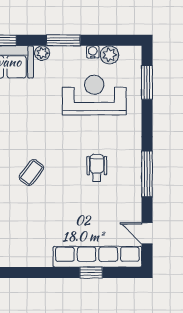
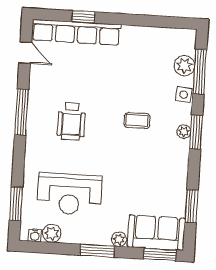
water cooler: (93, 52) -> (35, 235), moved
wheelchair: (97, 168) -> (71, 121), width x1.36, depth x1.37
coffee table: (31, 173) -> (137, 121), turned 53

